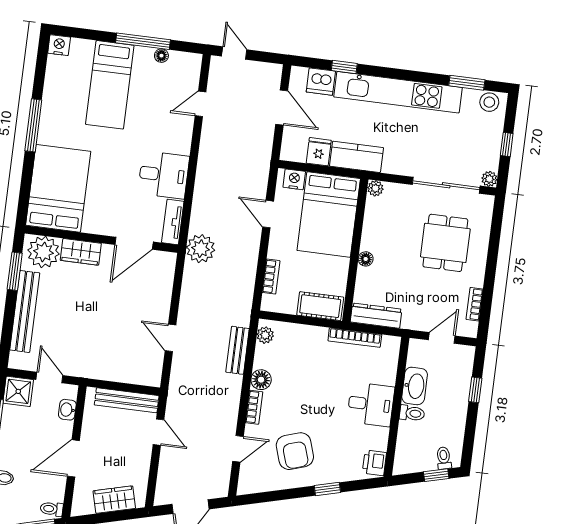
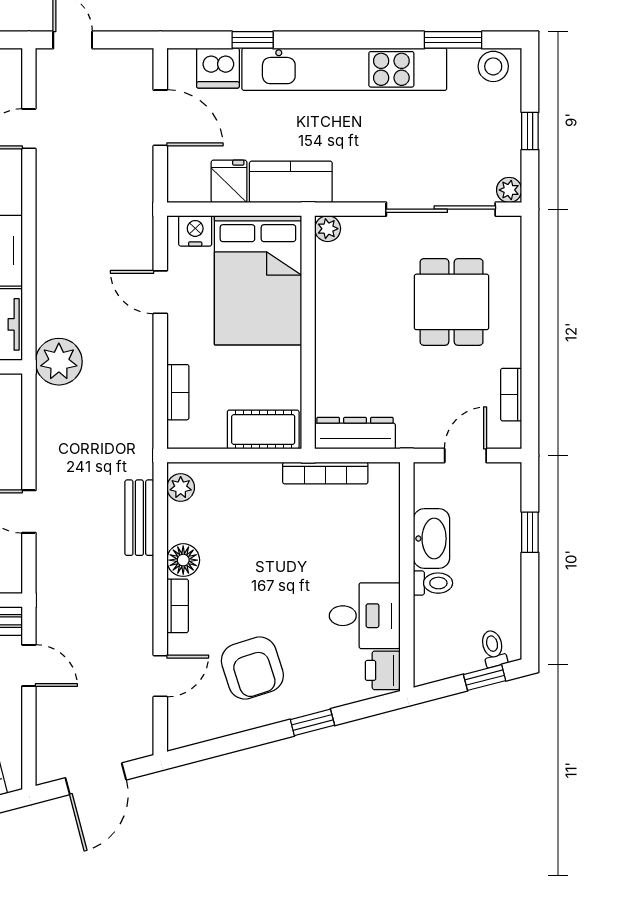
floor lamp: (366, 259) -> (327, 344), removed
desk: (371, 404) -> (365, 616), moved

